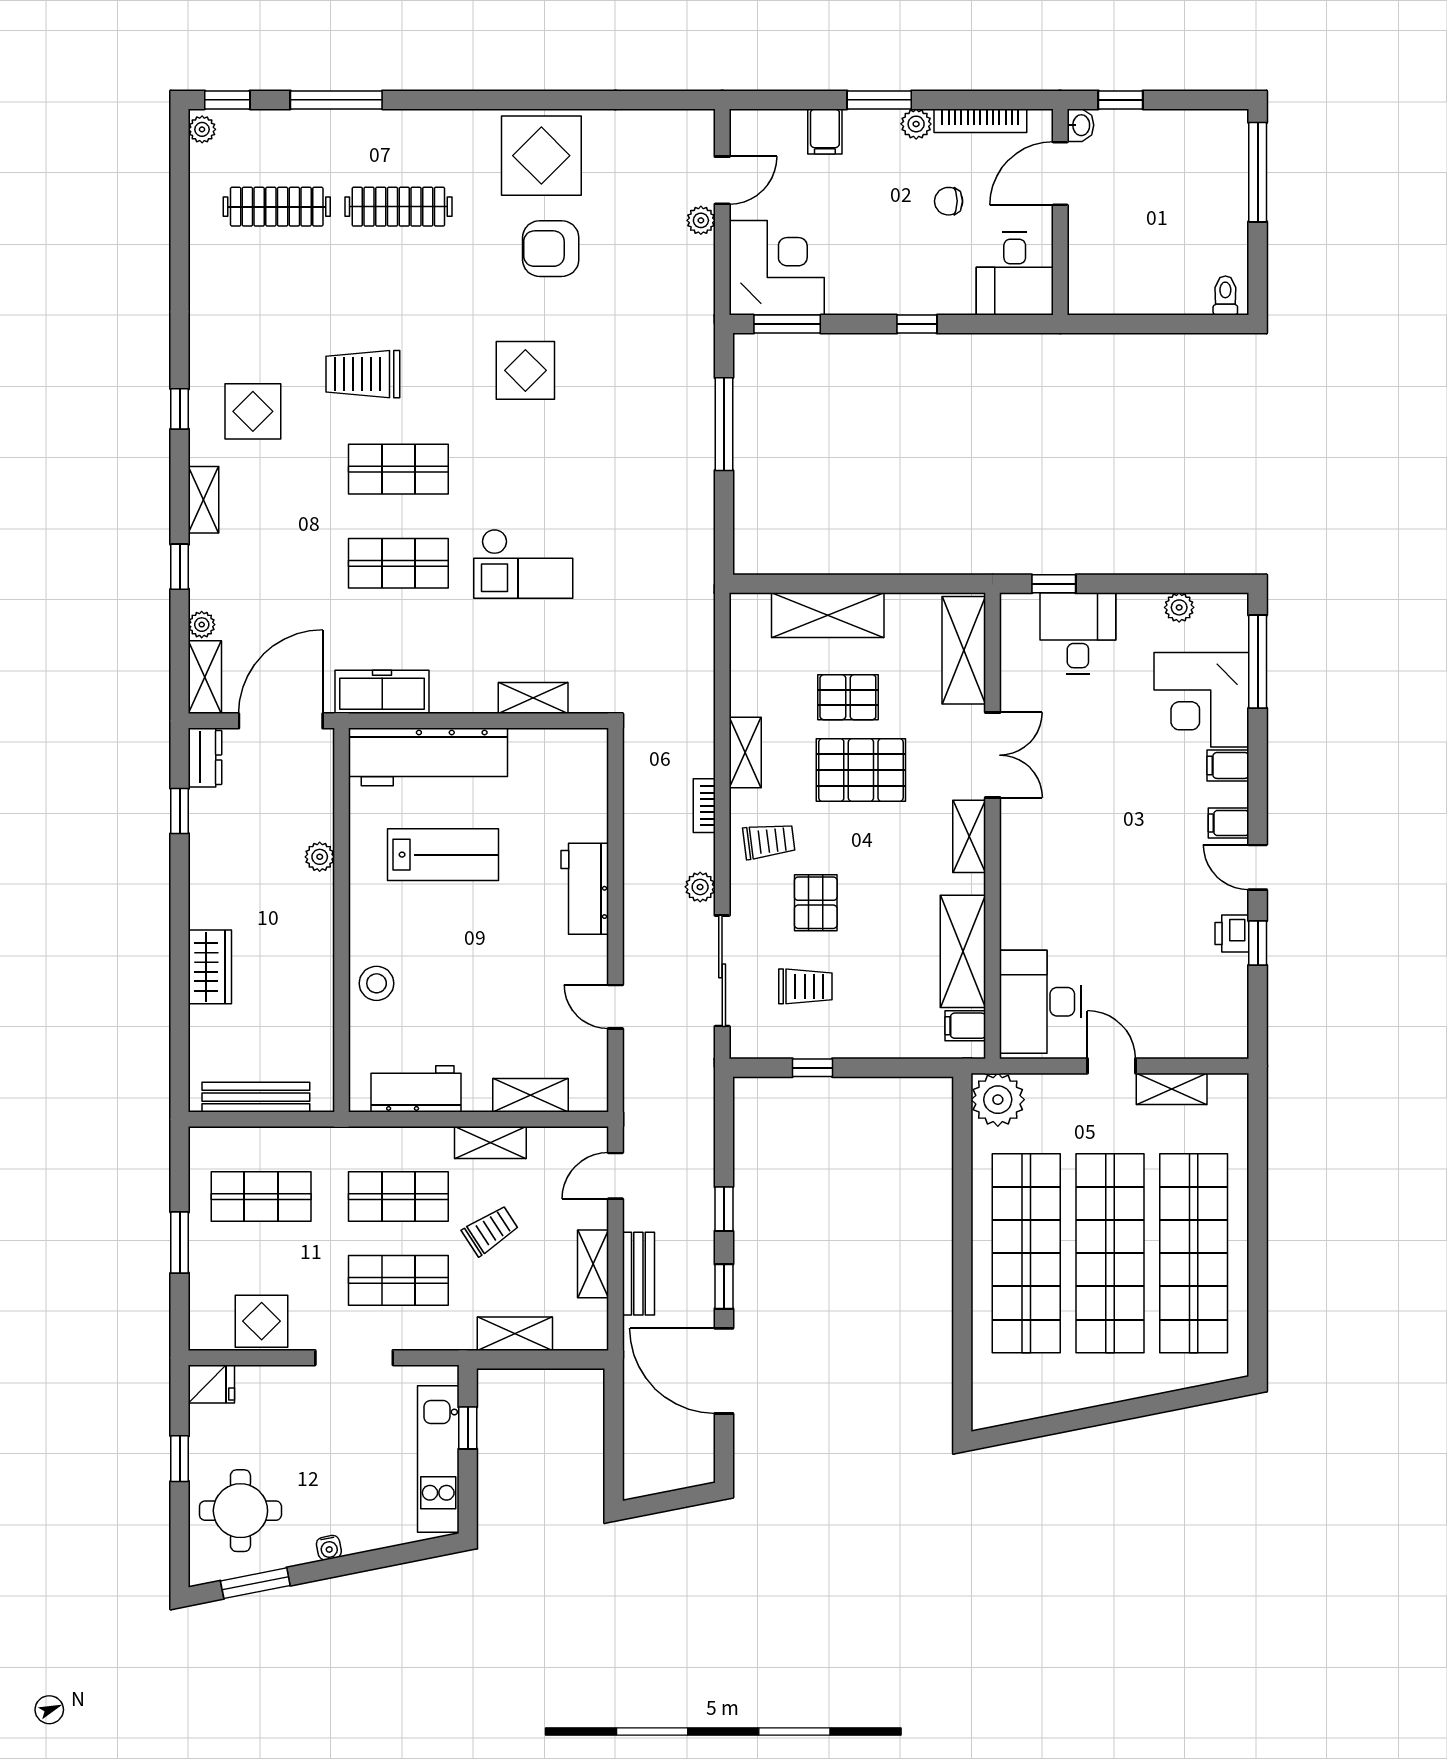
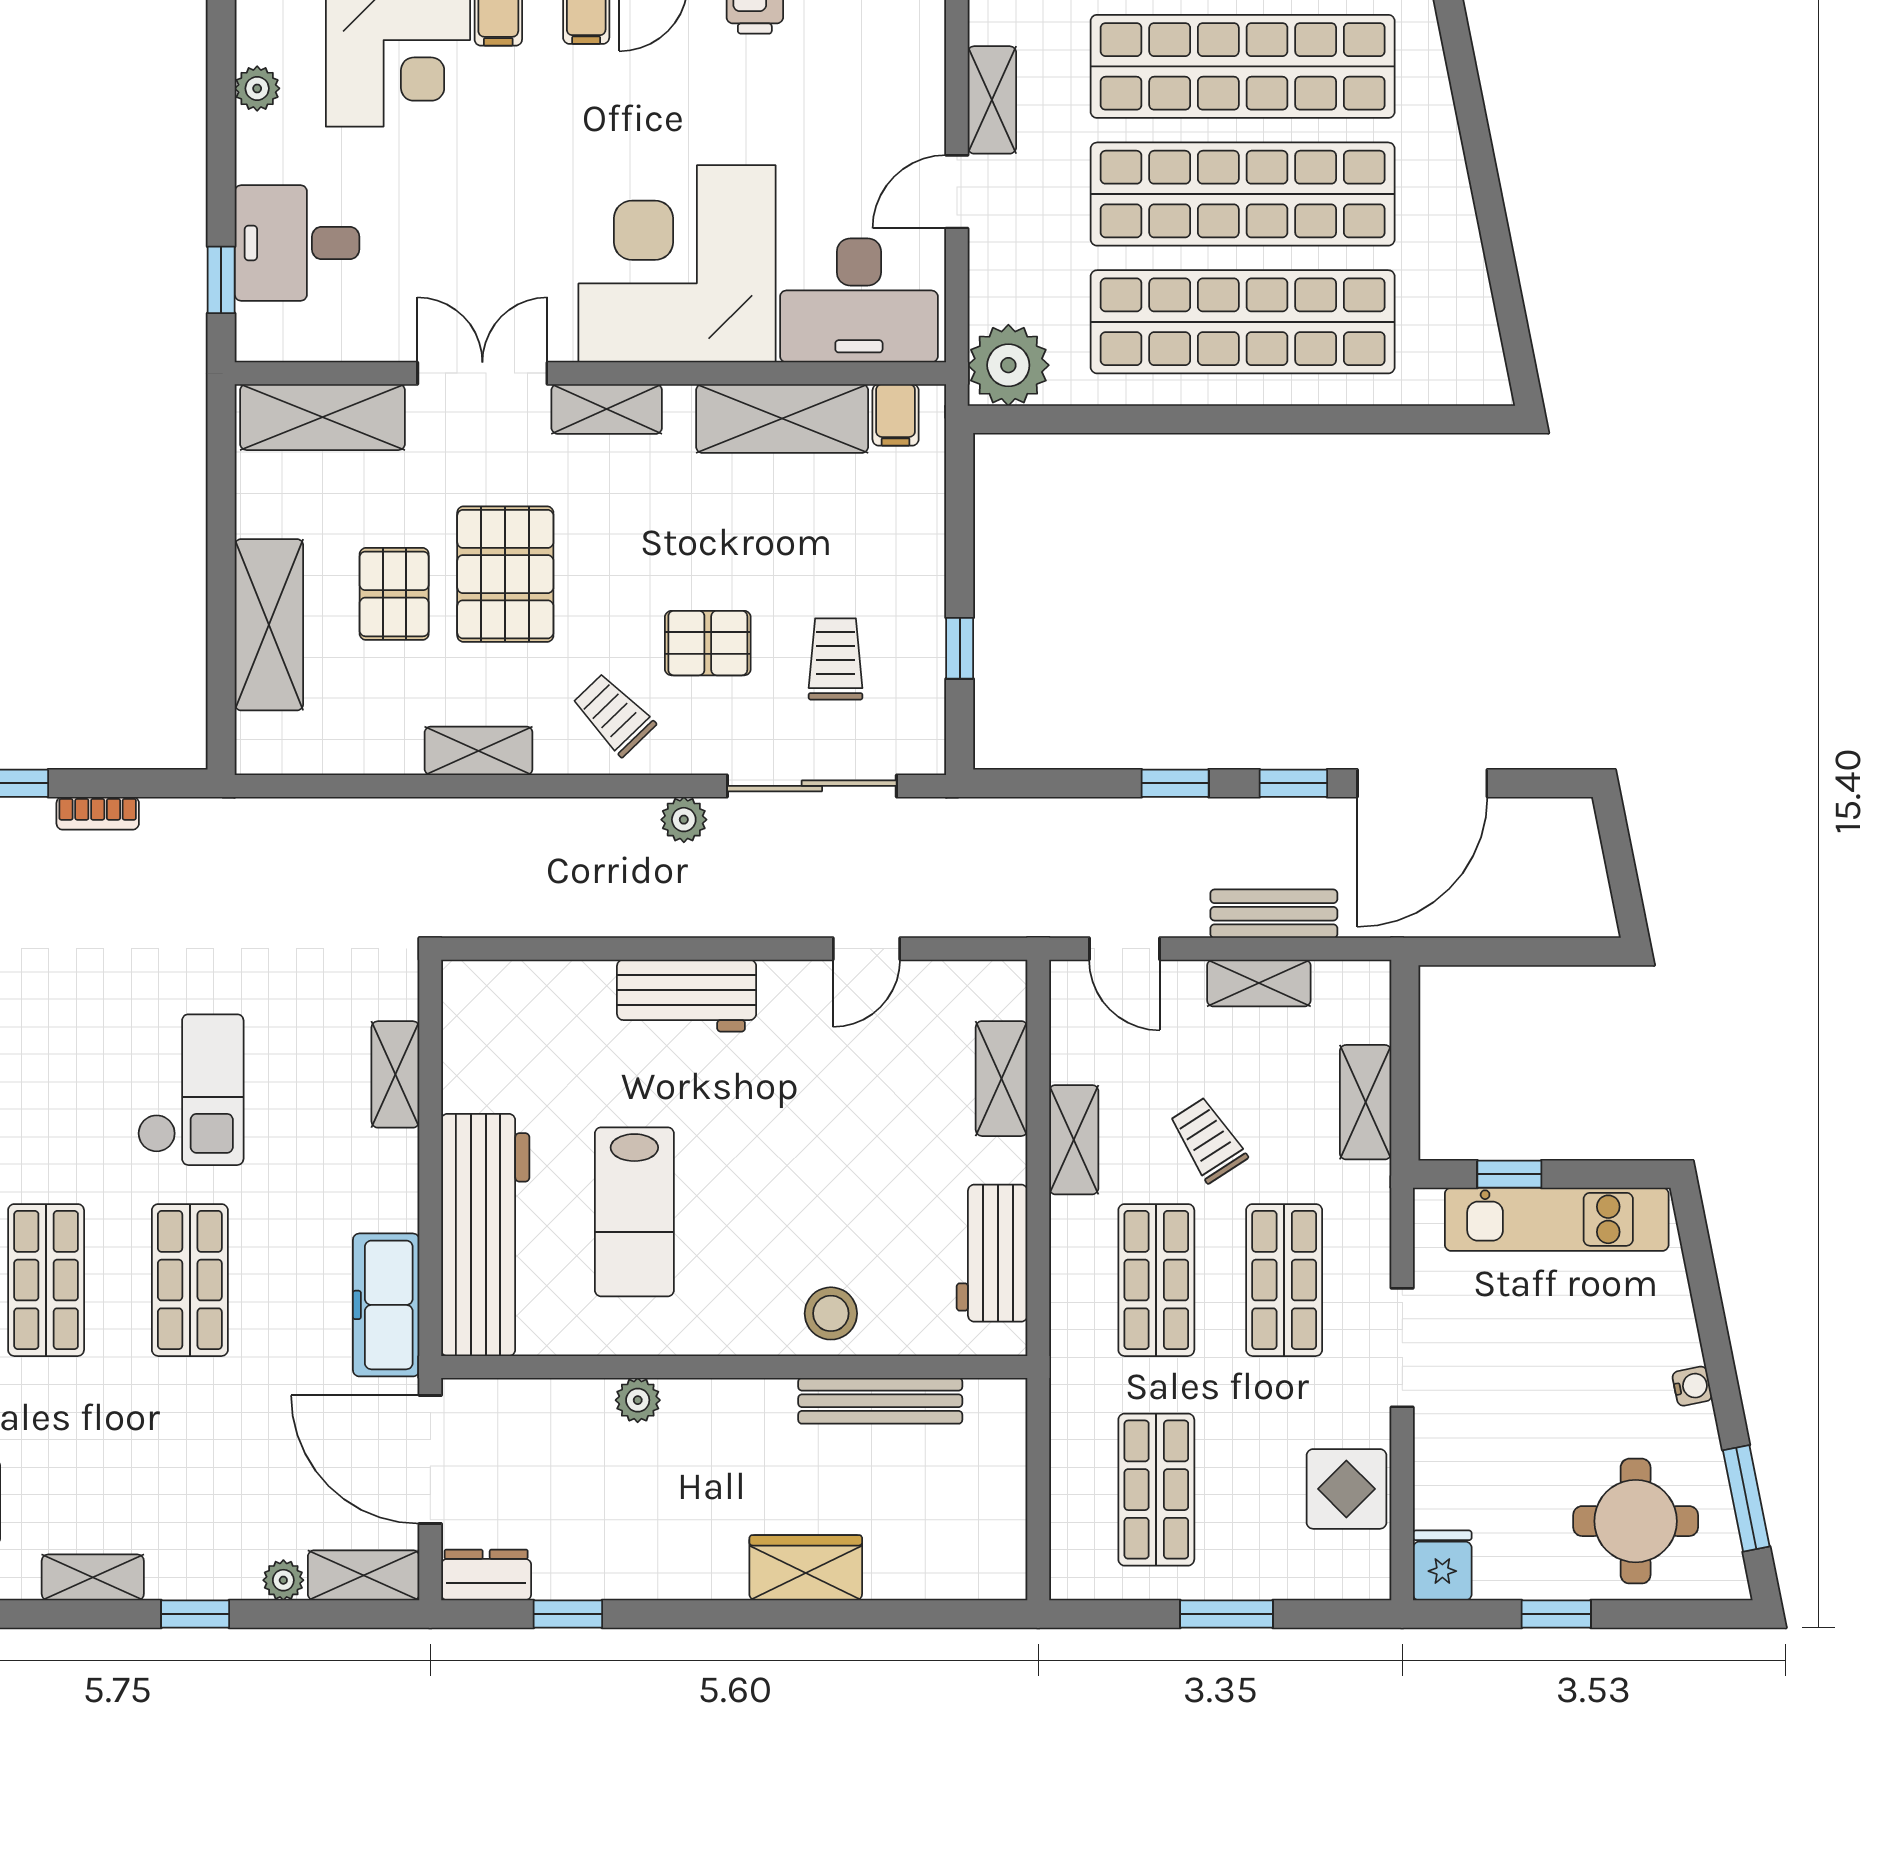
bookcase: (704, 806) -> (98, 813), moved
trolley: (769, 841) -> (614, 715), turned -37
lab bench: (443, 855) -> (634, 1212), turned 180
corner desk: (1064, 883) -> (677, 264), added
bench: (256, 1097) -> (880, 1401), moved, turned 90

